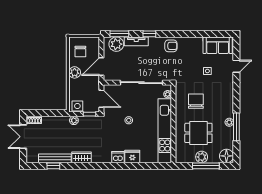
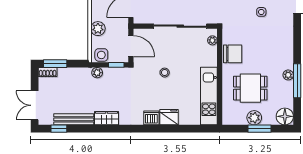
plant: (75, 72) -> (98, 29), moved
chair: (196, 101) -> (233, 54), moved, turned 90
window: (40, 113) -> (55, 64), added
kitchen unit: (165, 131) -> (209, 96), width x0.73
double door: (23, 137) -> (35, 105), moved
window: (53, 166) -> (59, 129), moved
window: (206, 166) -> (260, 129), width x0.69

